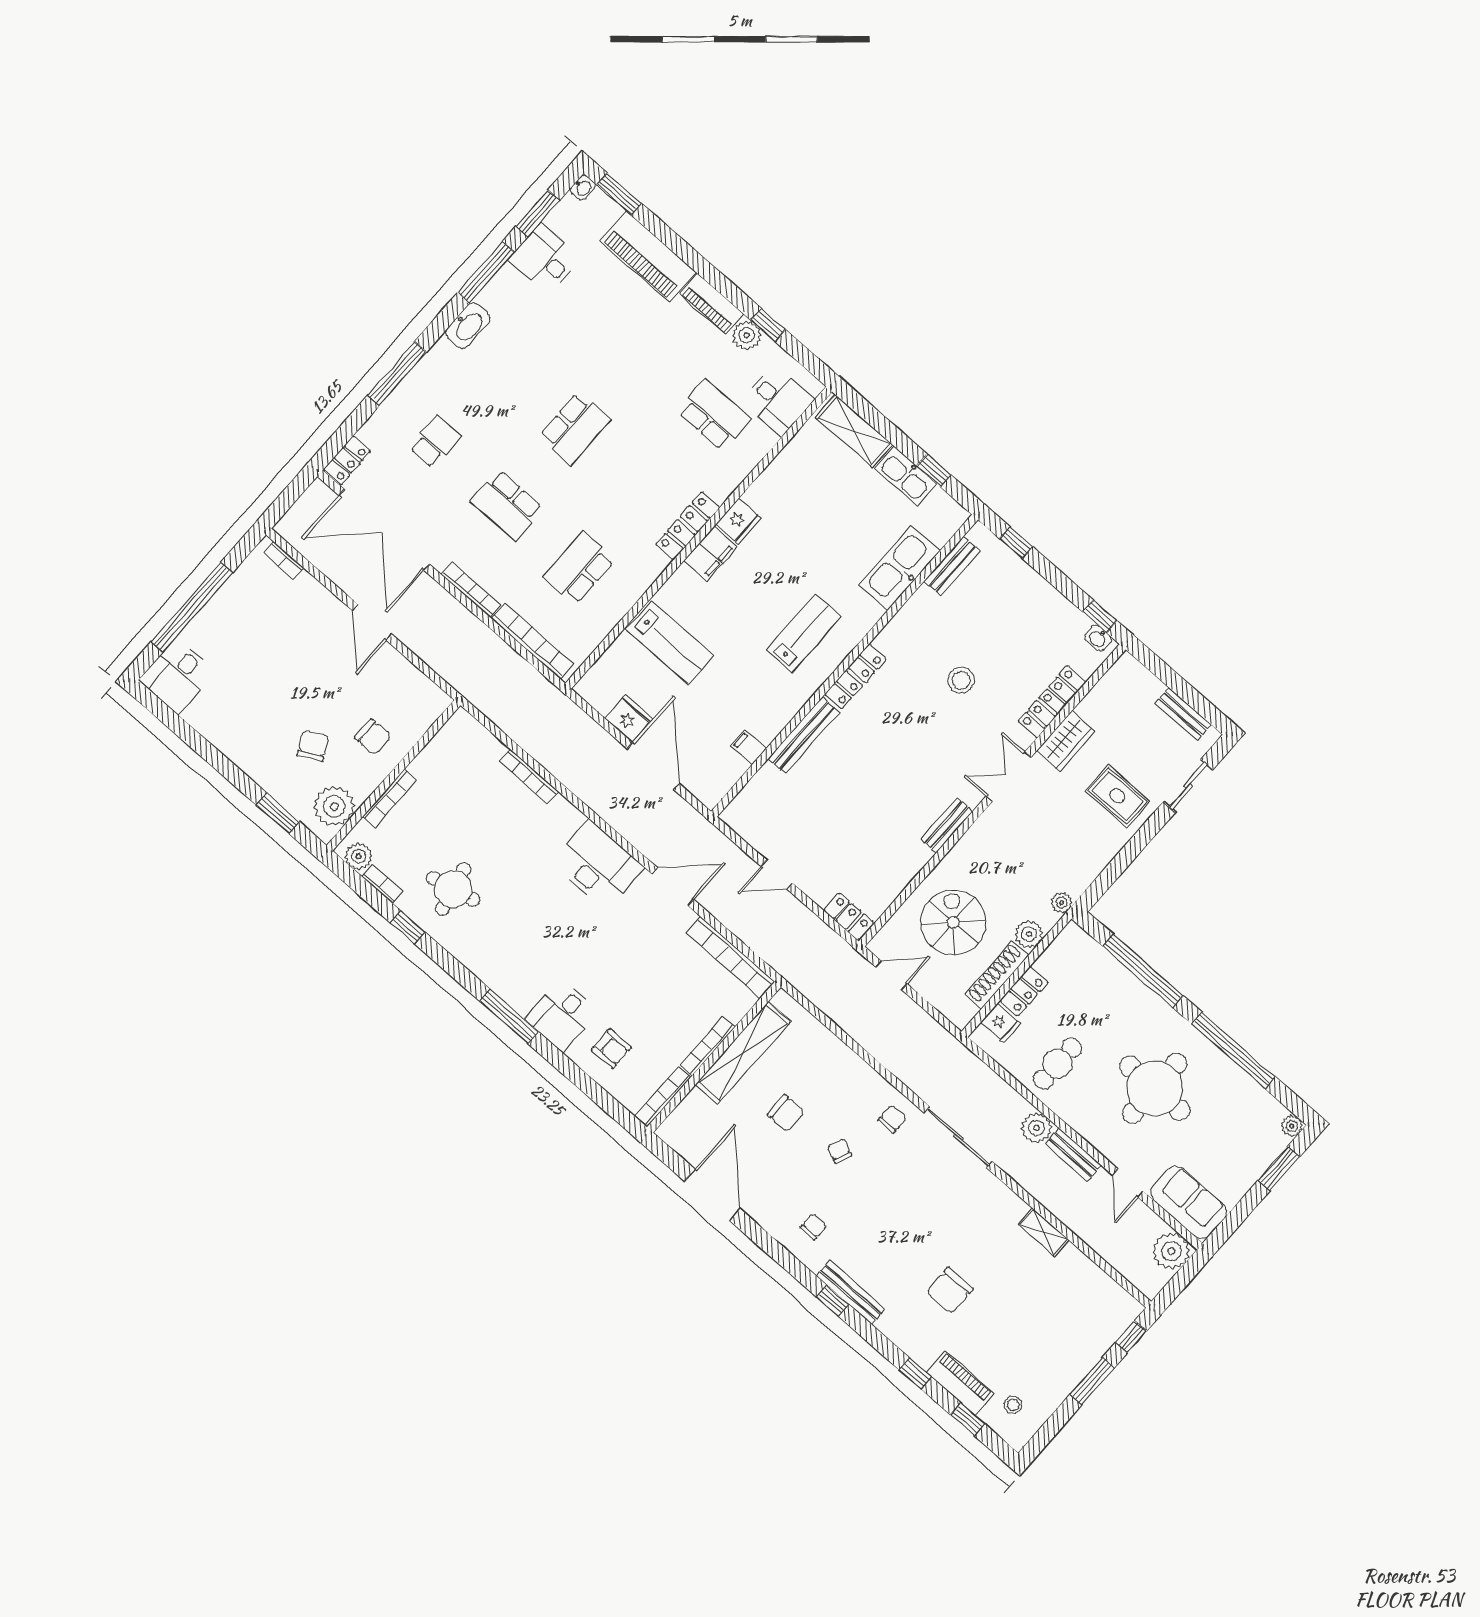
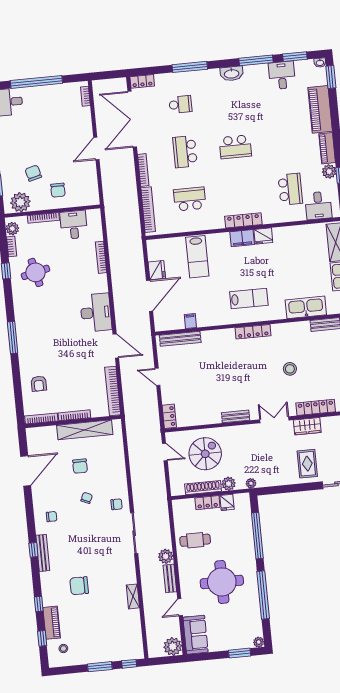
bench: (804, 735) -> (180, 339), moved
chair: (313, 746) -> (33, 173), turned -77
desk: (562, 1015) -> (74, 225), moved, turned 90
fridge: (1001, 1023) -> (227, 502), moved

